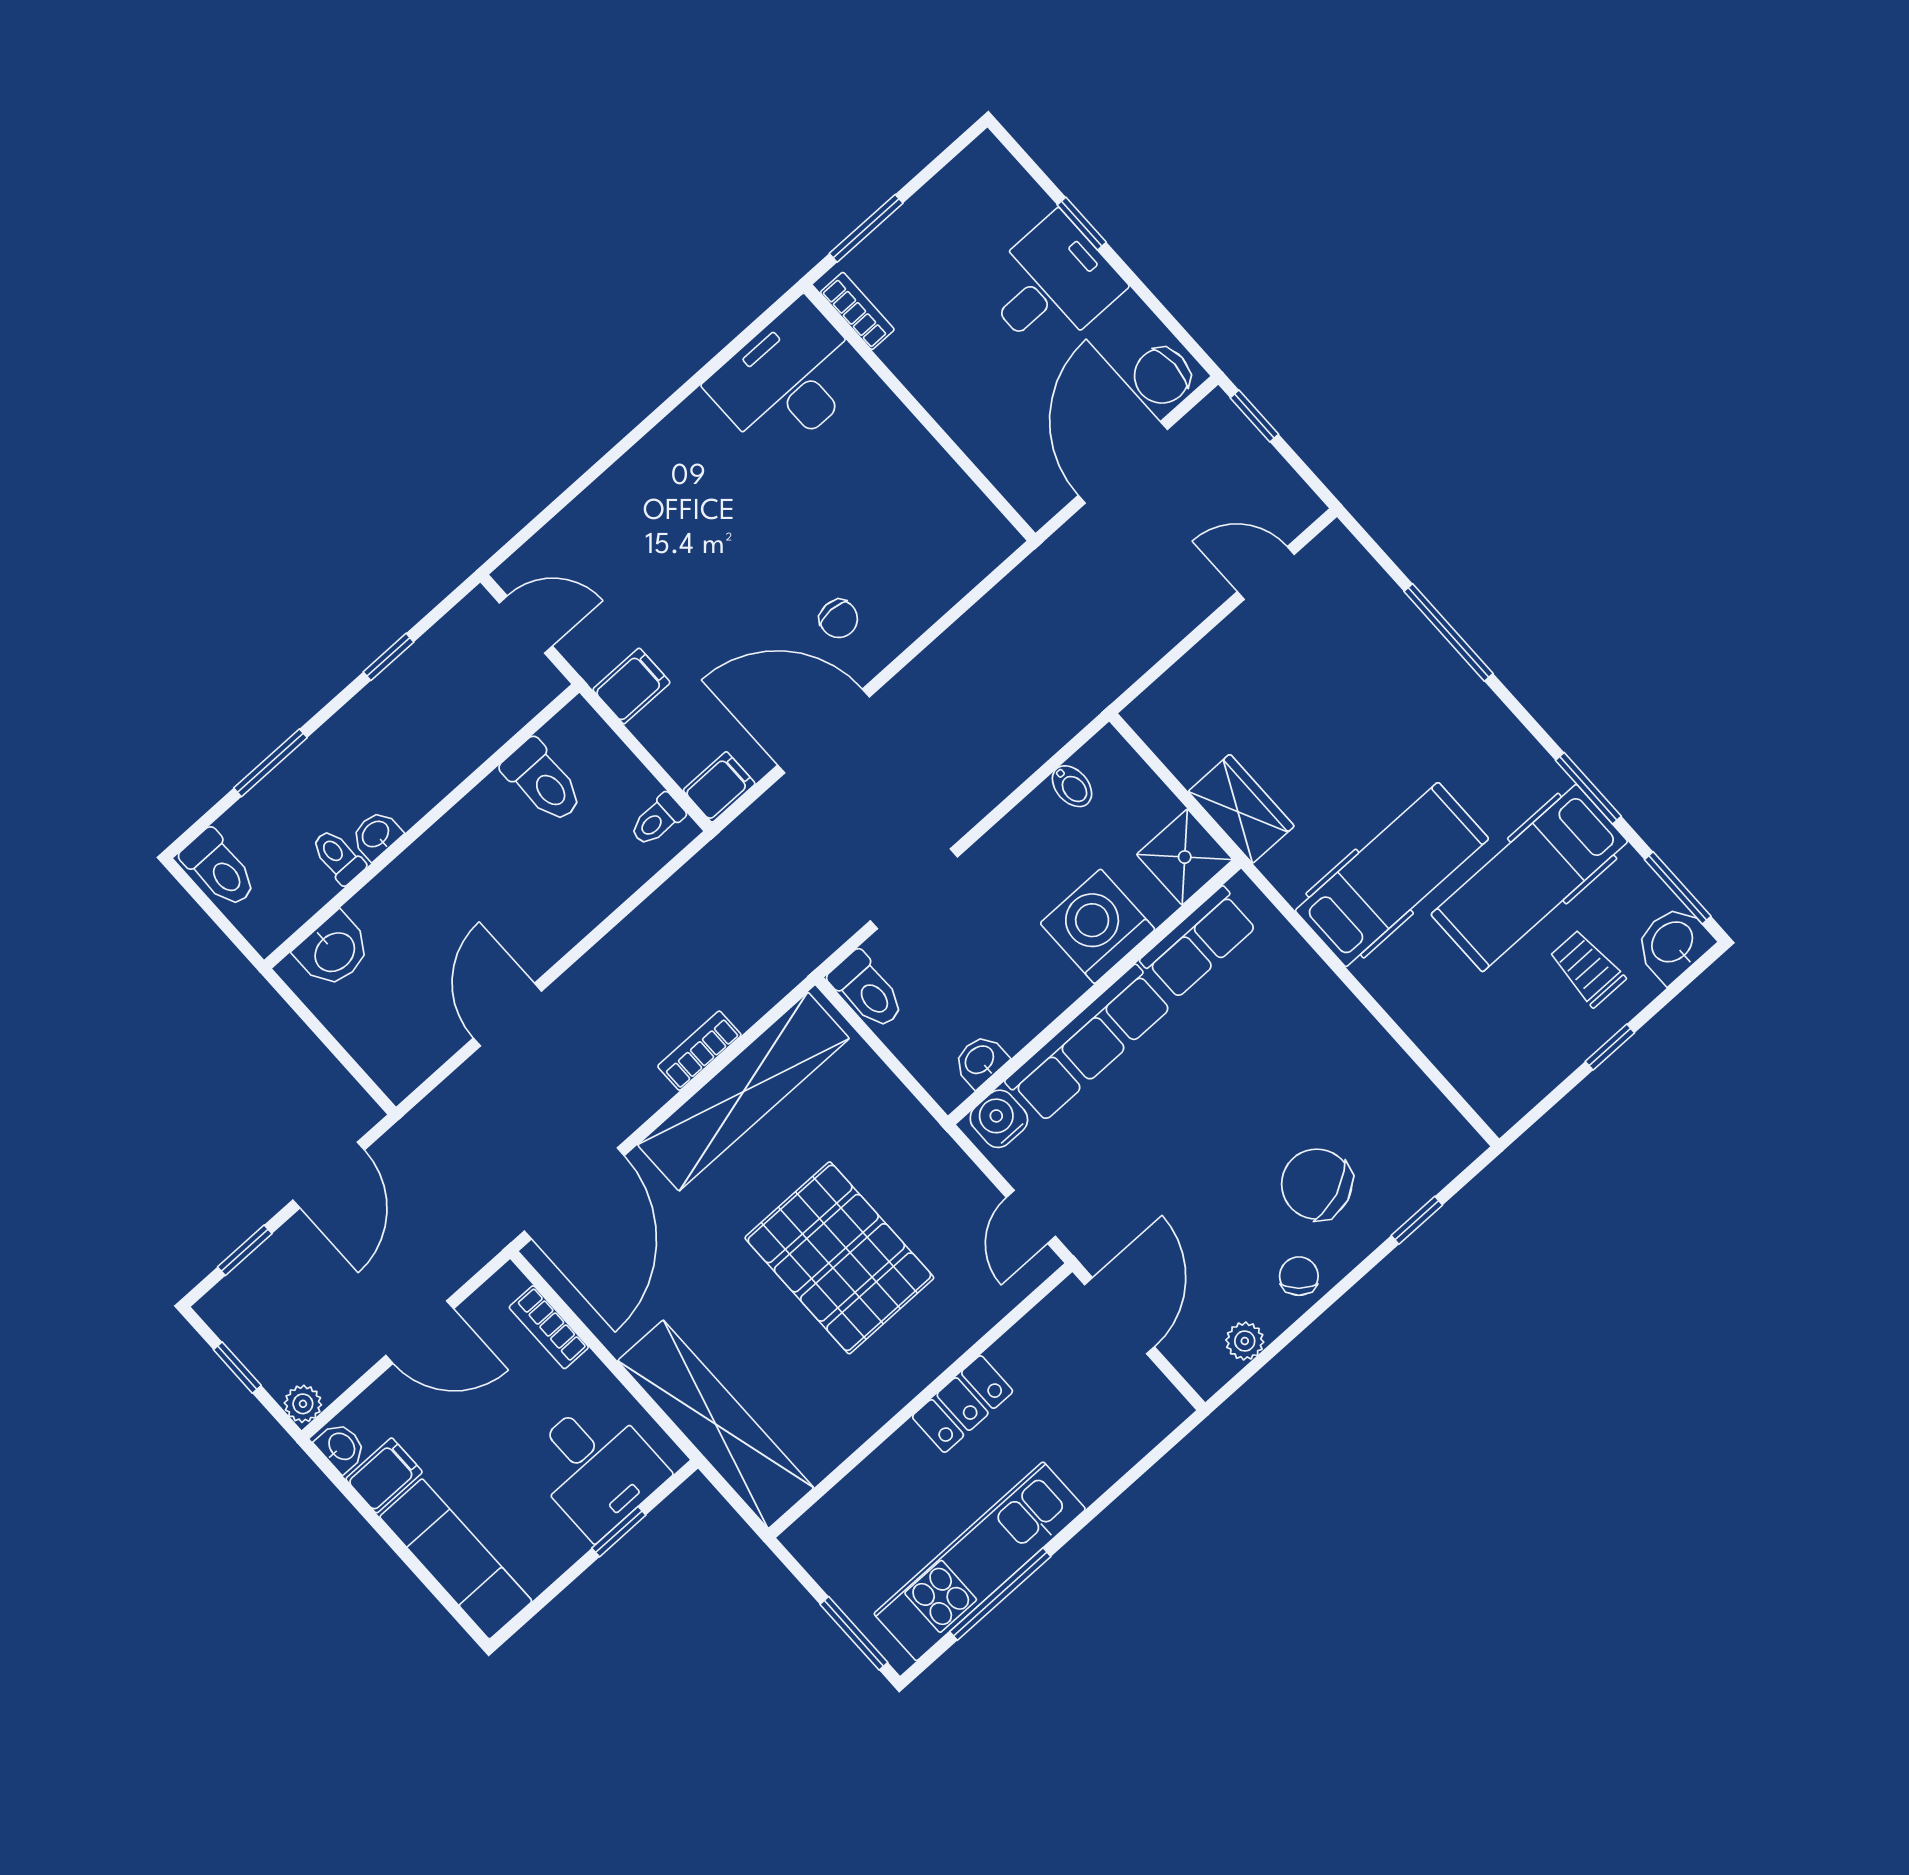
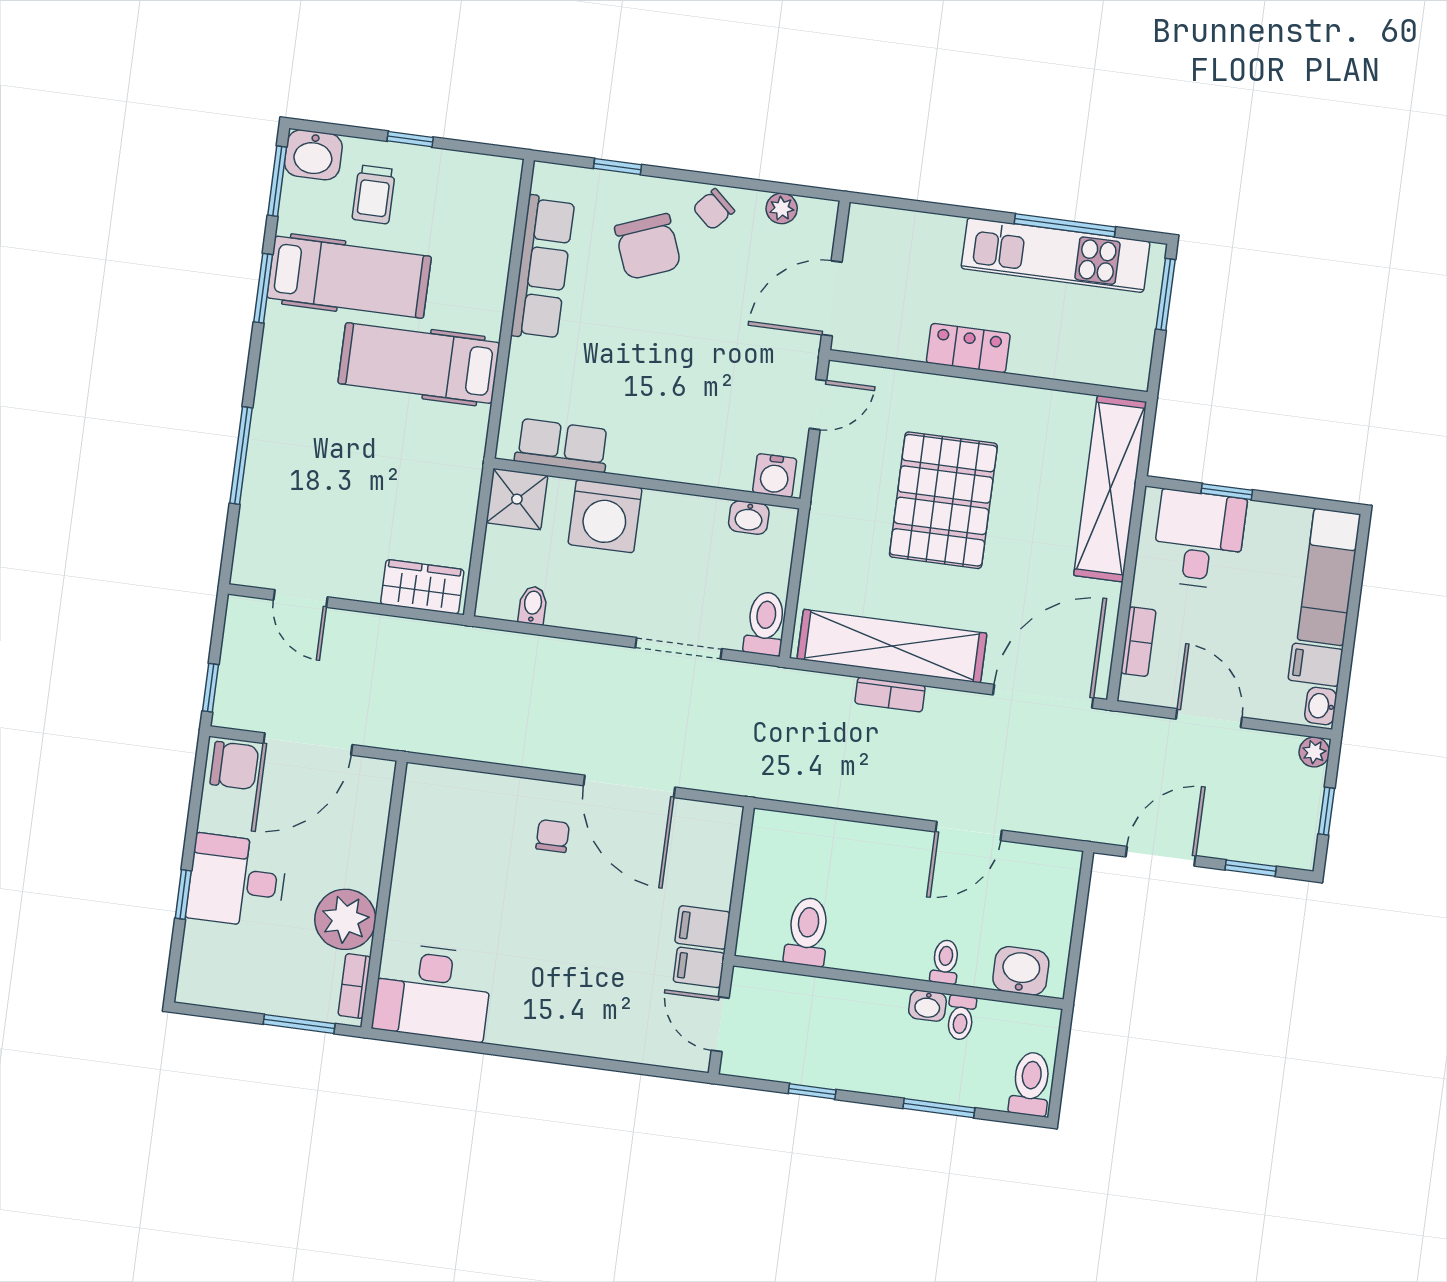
plant: (927, 356) -> (345, 919), added
filing cabinet: (719, 787) -> (699, 967), moved
wardrobe: (1241, 809) -> (422, 587), moved, turned 90
toilet: (657, 820) -> (945, 962), moved, turned -90
row of seats: (1089, 1044) -> (543, 268), moved, turned 90

